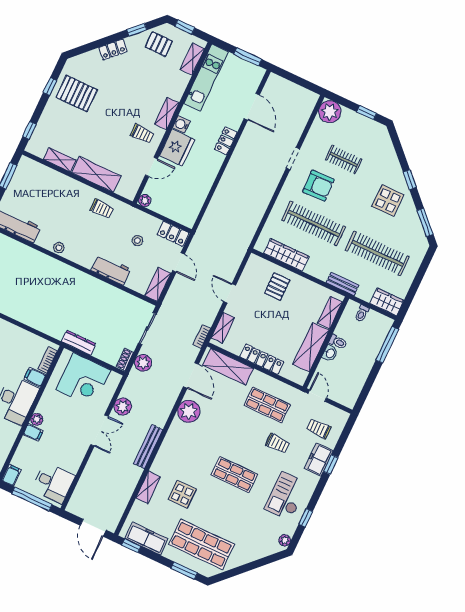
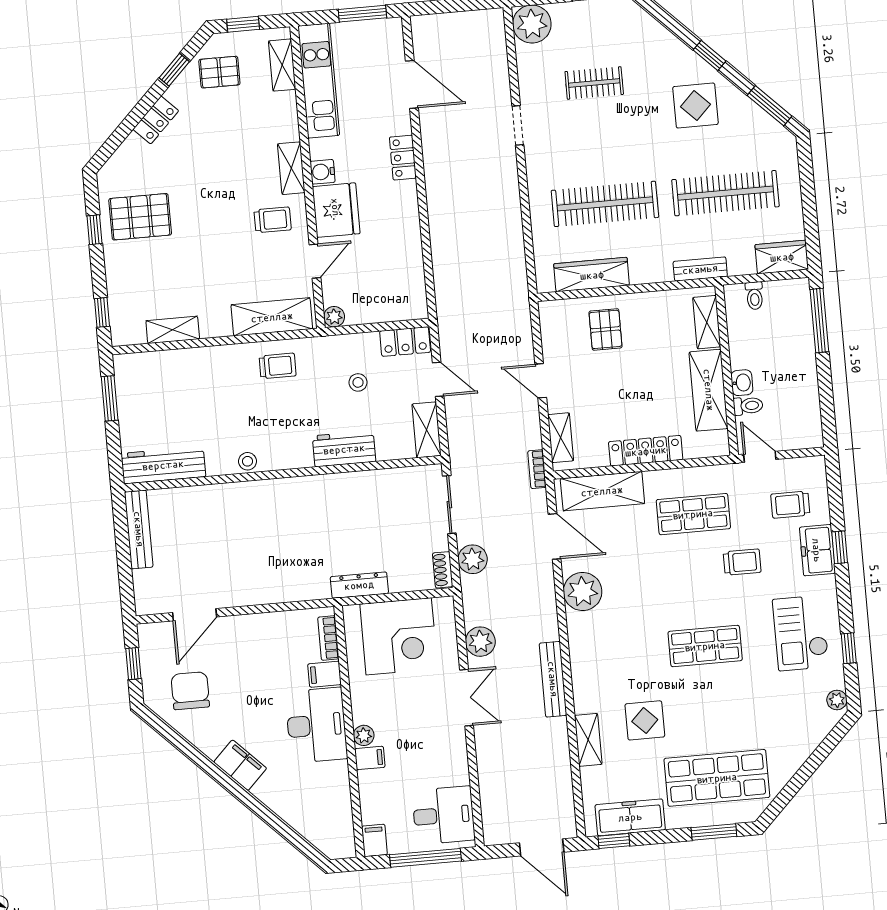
shelving: (96, 174) -> (272, 317), moved
armchair: (318, 186) -> (579, 144), removed
toilet: (338, 342) -> (748, 406), moved

